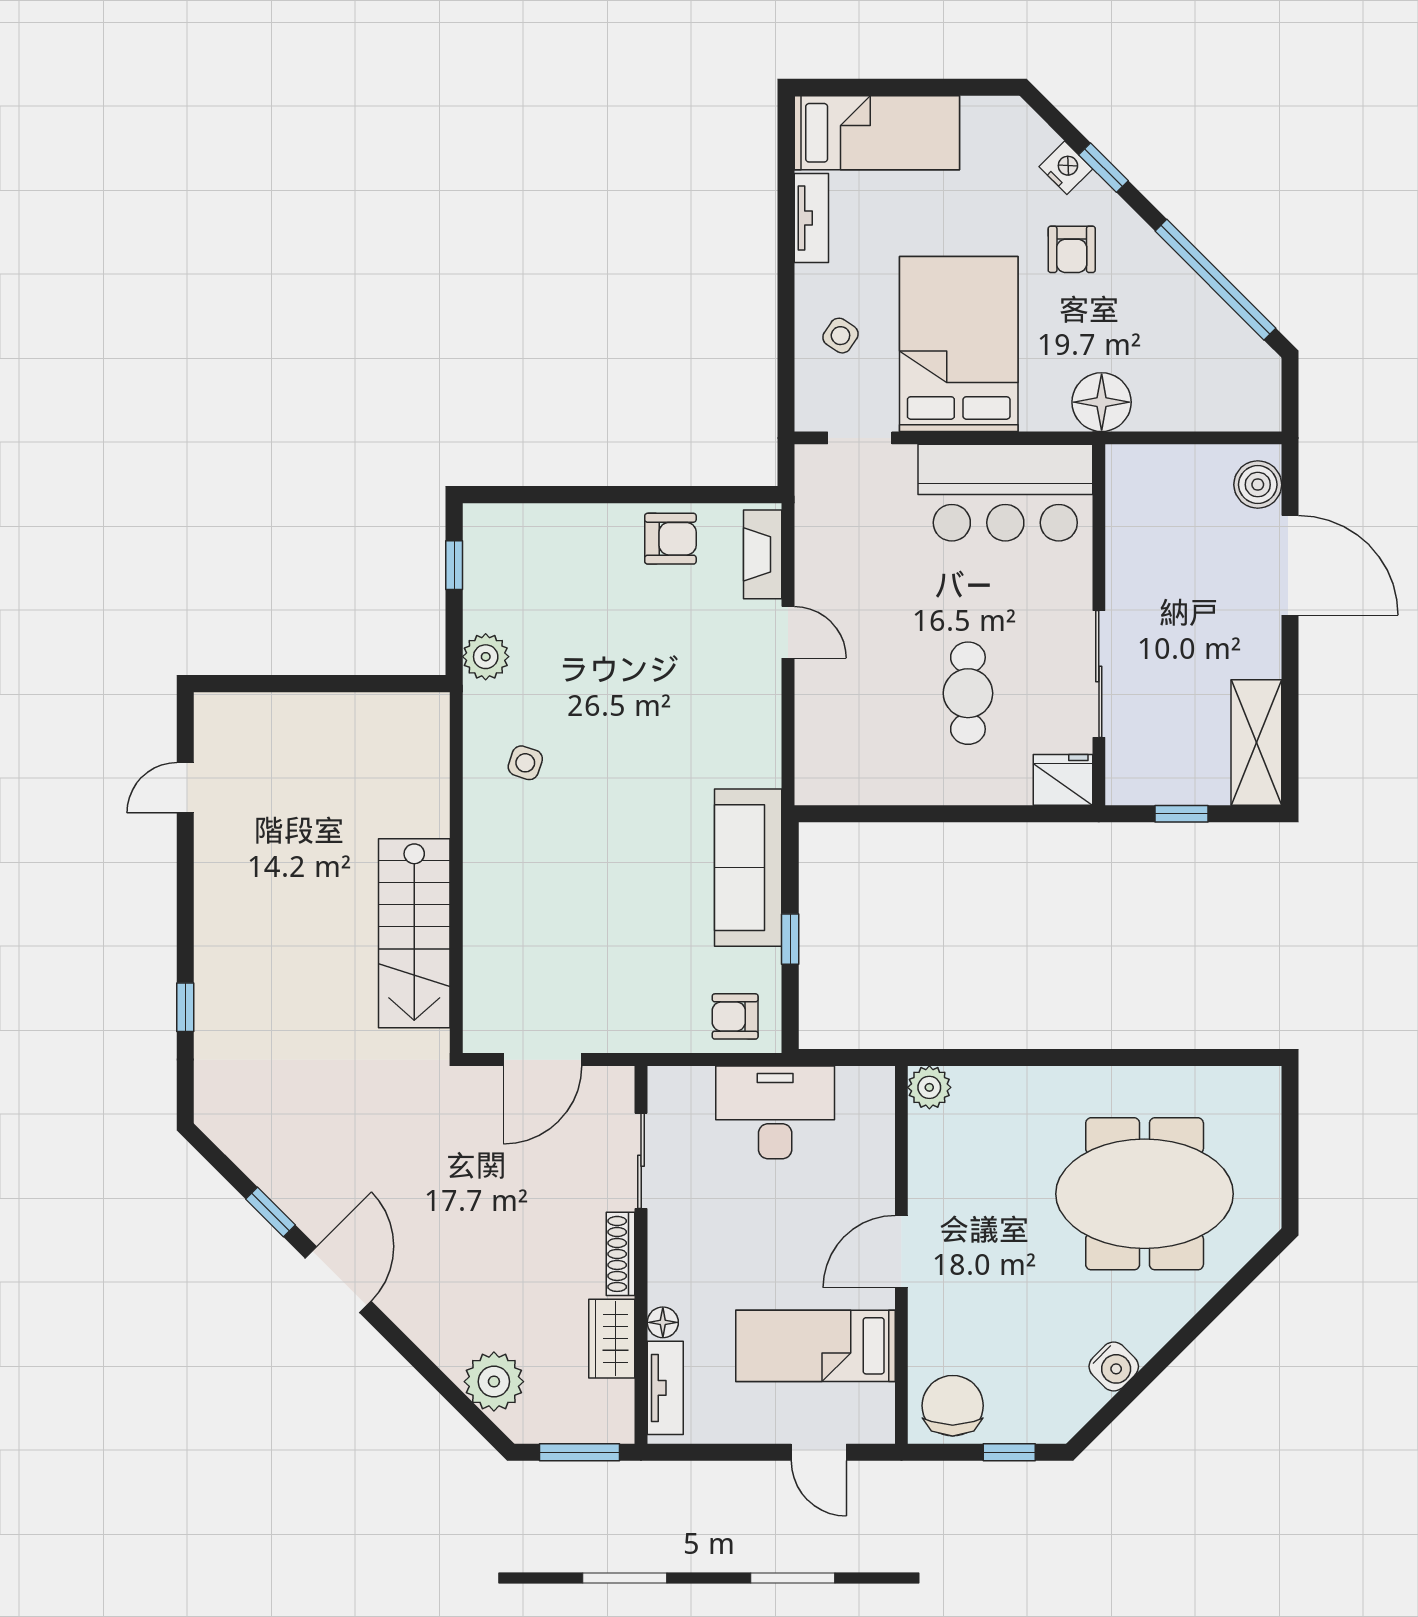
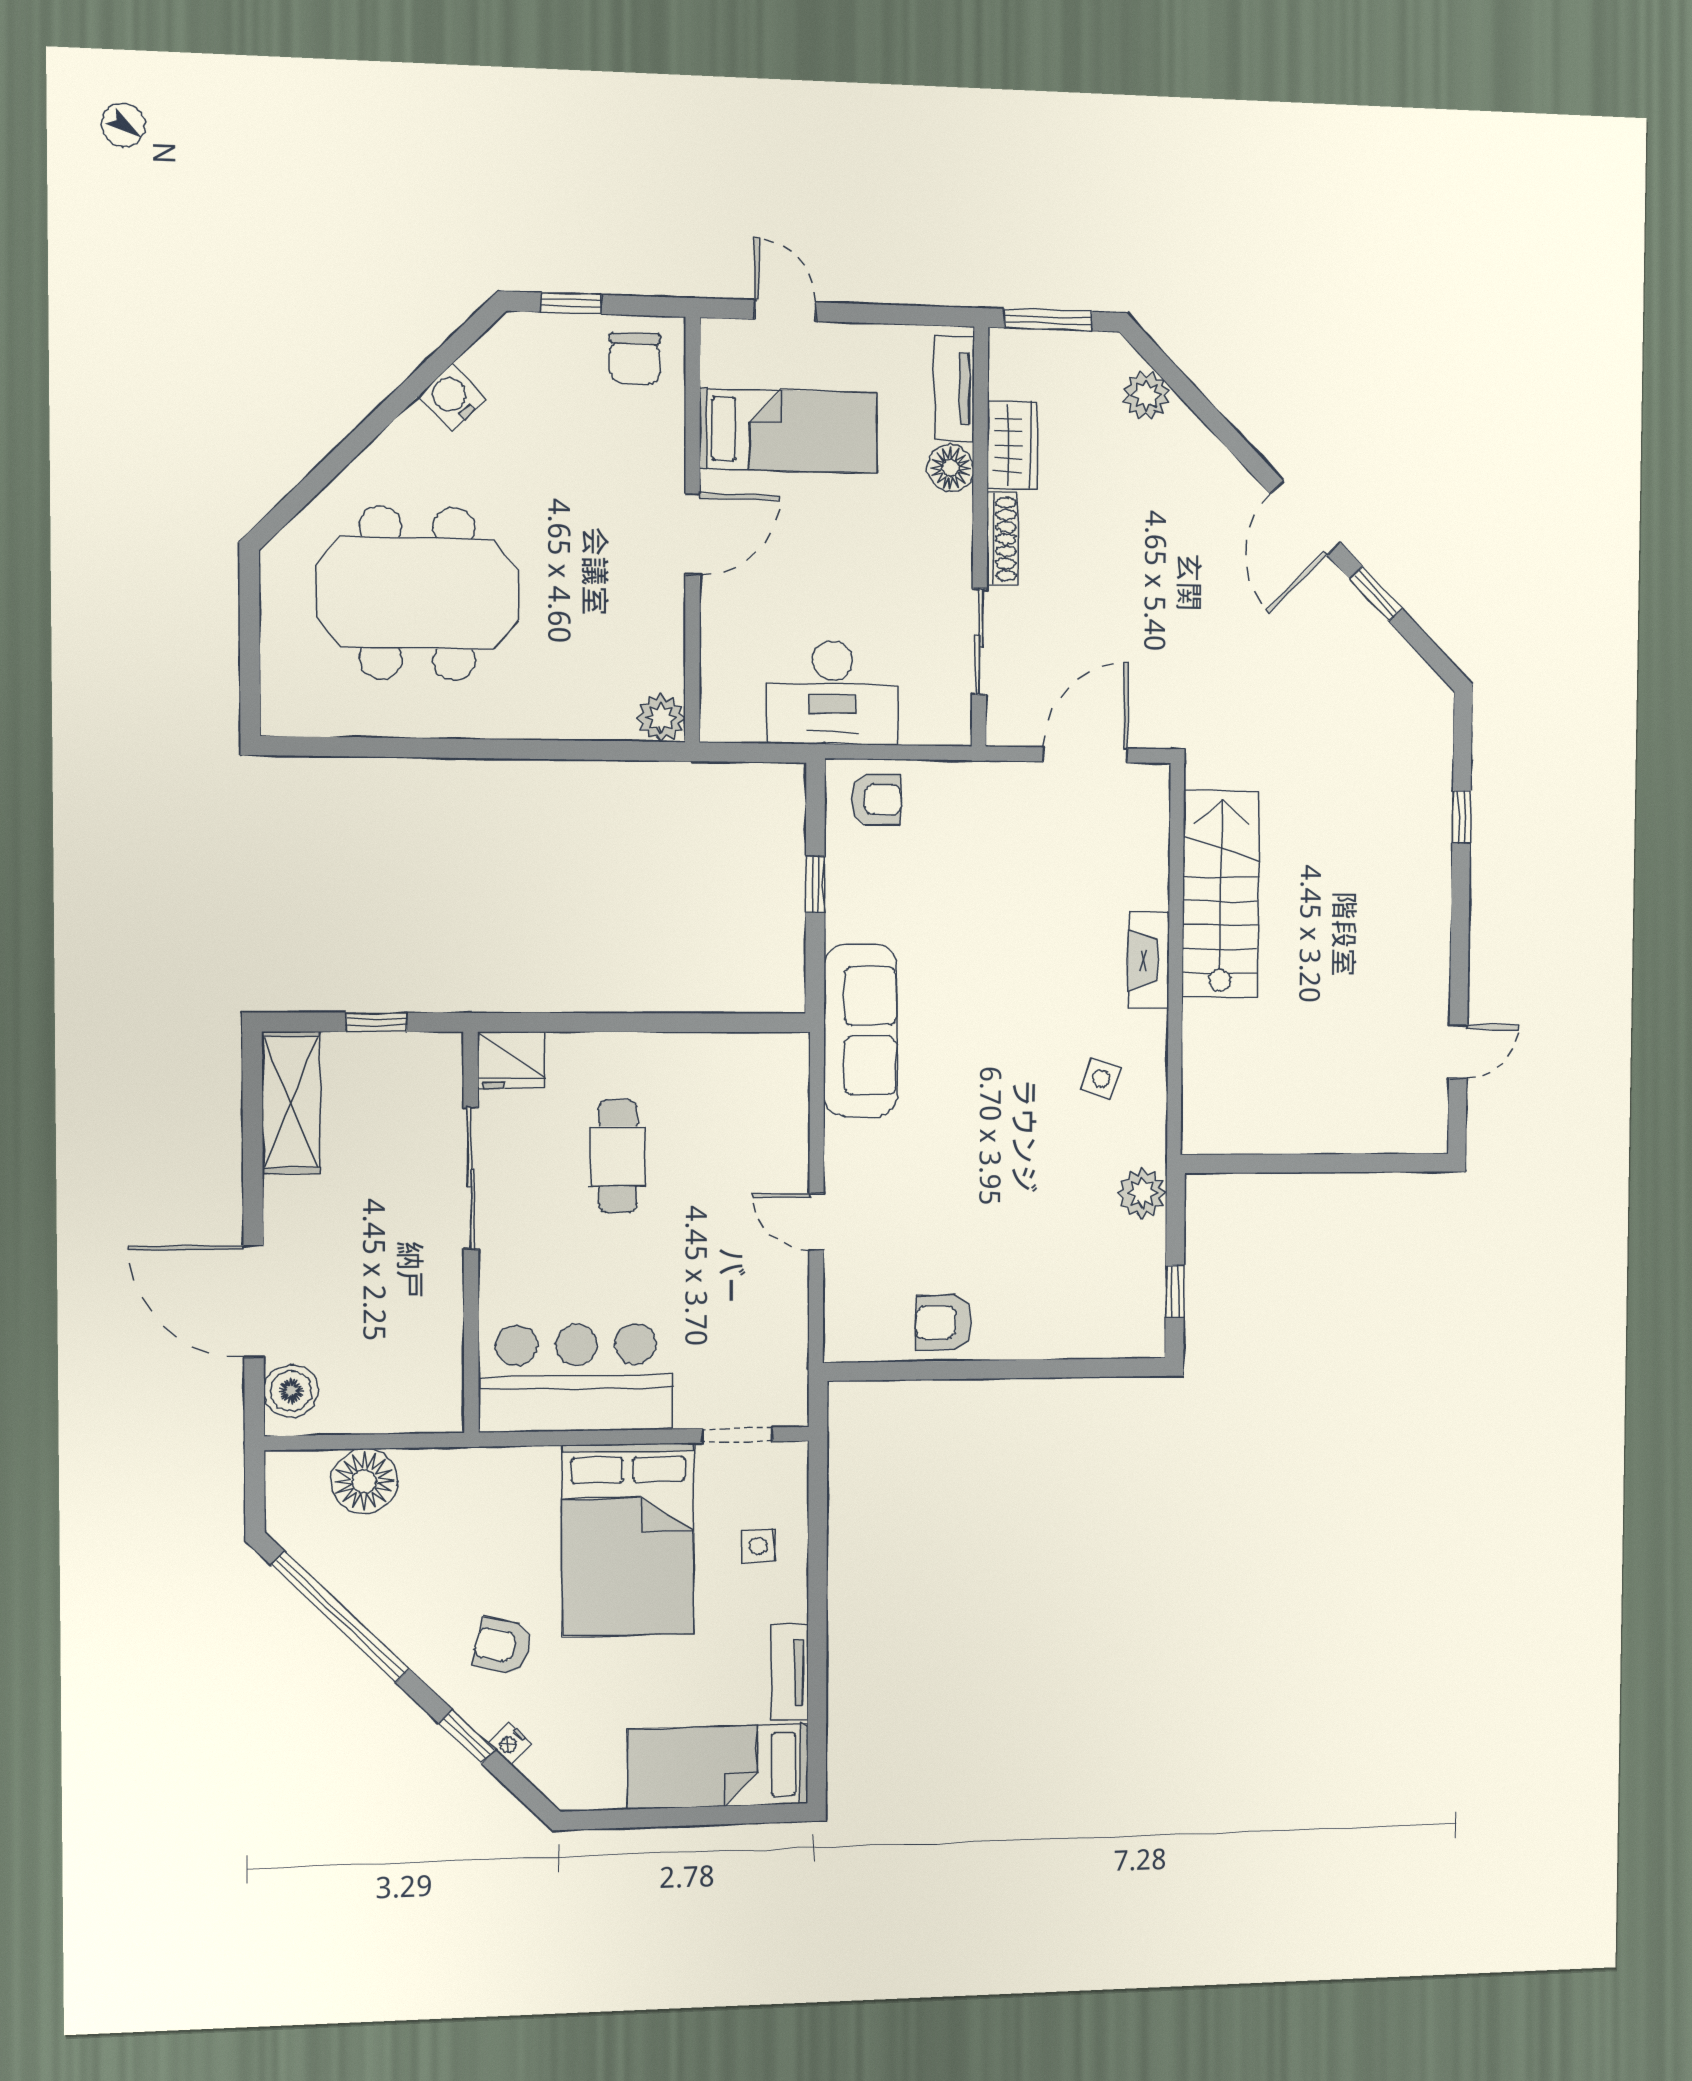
nightstand: (1066, 168) -> (510, 1743), width x0.72, depth x0.74
armchair: (1072, 249) -> (502, 1646), turned -76
side table: (840, 336) -> (758, 1546), turned -34
floor lamp: (1102, 402) -> (364, 1481), moved
fireplace: (763, 554) -> (1149, 960), moved, turned 180
sofa: (748, 868) -> (861, 1031), moved
floor lamp: (663, 1322) -> (950, 468), width x1.37, depth x1.37
plant: (494, 1382) -> (1146, 395), width x0.73, depth x0.73
chair: (953, 1406) -> (635, 358), width x0.73, depth x0.73

